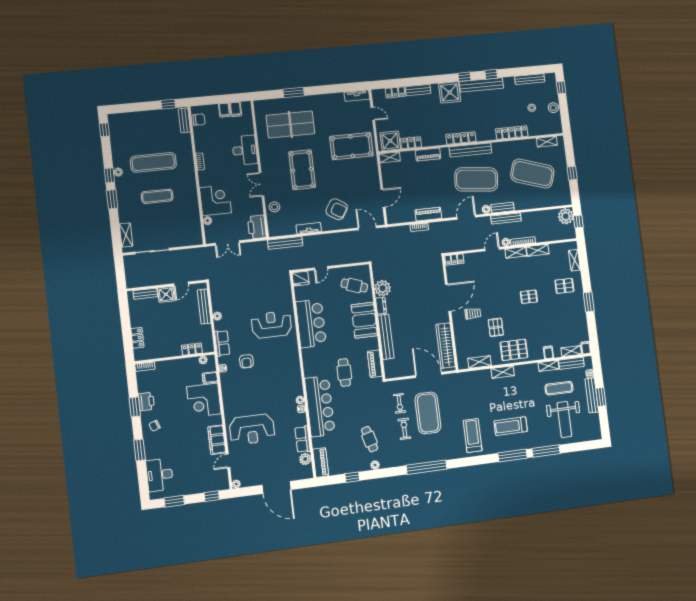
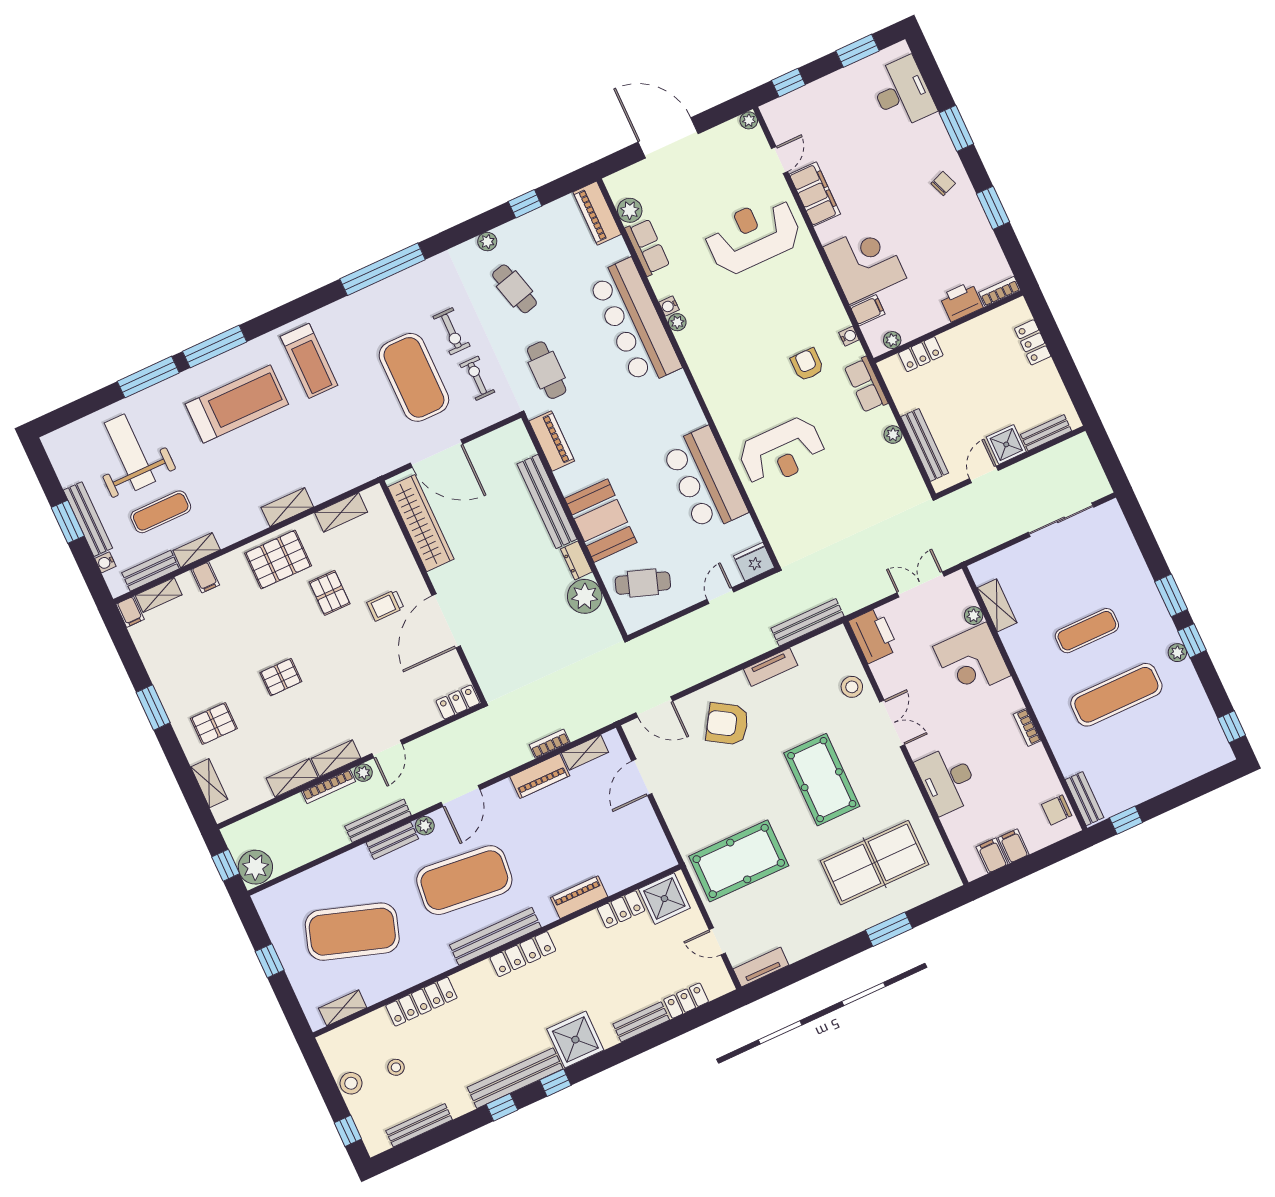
shelving: (390, 157) -> (585, 753), moved
shelving: (126, 235) -> (997, 605), moved
cafe table: (344, 373) -> (547, 370), moved
printer: (146, 401) -> (961, 302), moved, turned 90
treadmill: (511, 426) -> (237, 404), width x1.37, depth x1.38

